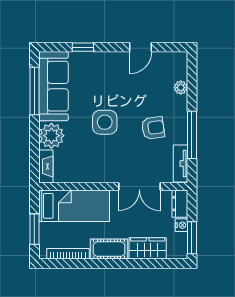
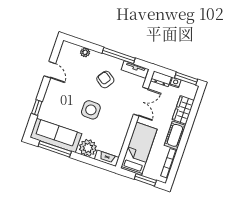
armchair: (153, 128) -> (105, 80), turned -47

